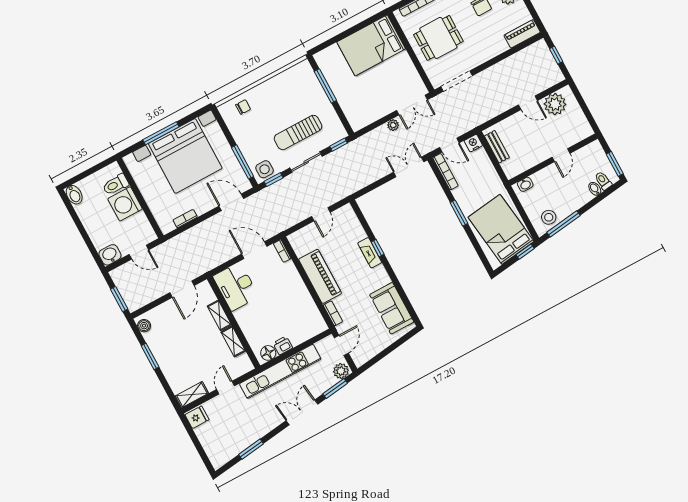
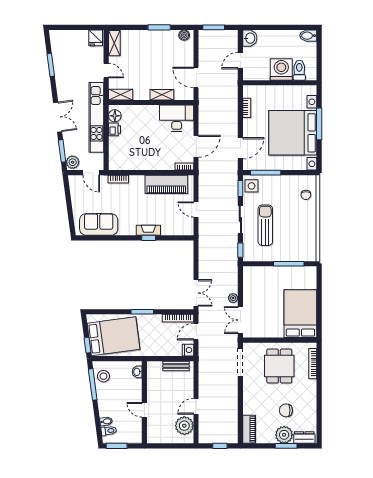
piano: (320, 276) -> (166, 184), moved
shelving: (233, 341) -> (121, 95), moved

